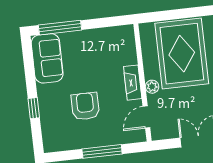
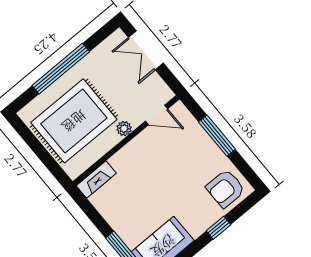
fireplace: (133, 83) -> (96, 179), moved
armchair: (85, 106) -> (225, 189), moved

